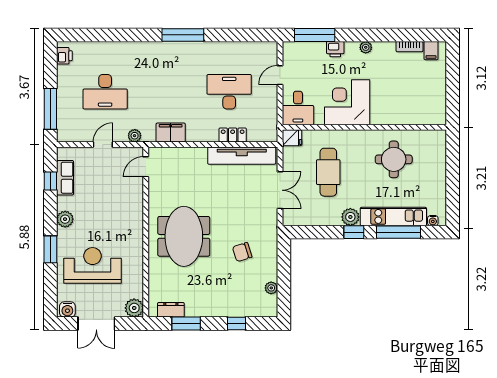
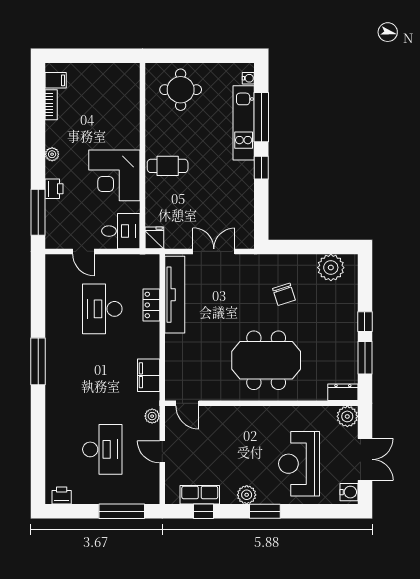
round table: (394, 159) -> (181, 90), moved
cafe table: (328, 172) -> (168, 166), moved, width x0.73, depth x0.74
plant: (350, 217) -> (244, 172), removed
window: (50, 249) -> (265, 511), moved
plant: (271, 288) -> (331, 268), width x1.87, depth x1.87
dresser: (171, 310) -> (343, 392), moved, turned 90
window: (237, 324) -> (365, 322), moved

